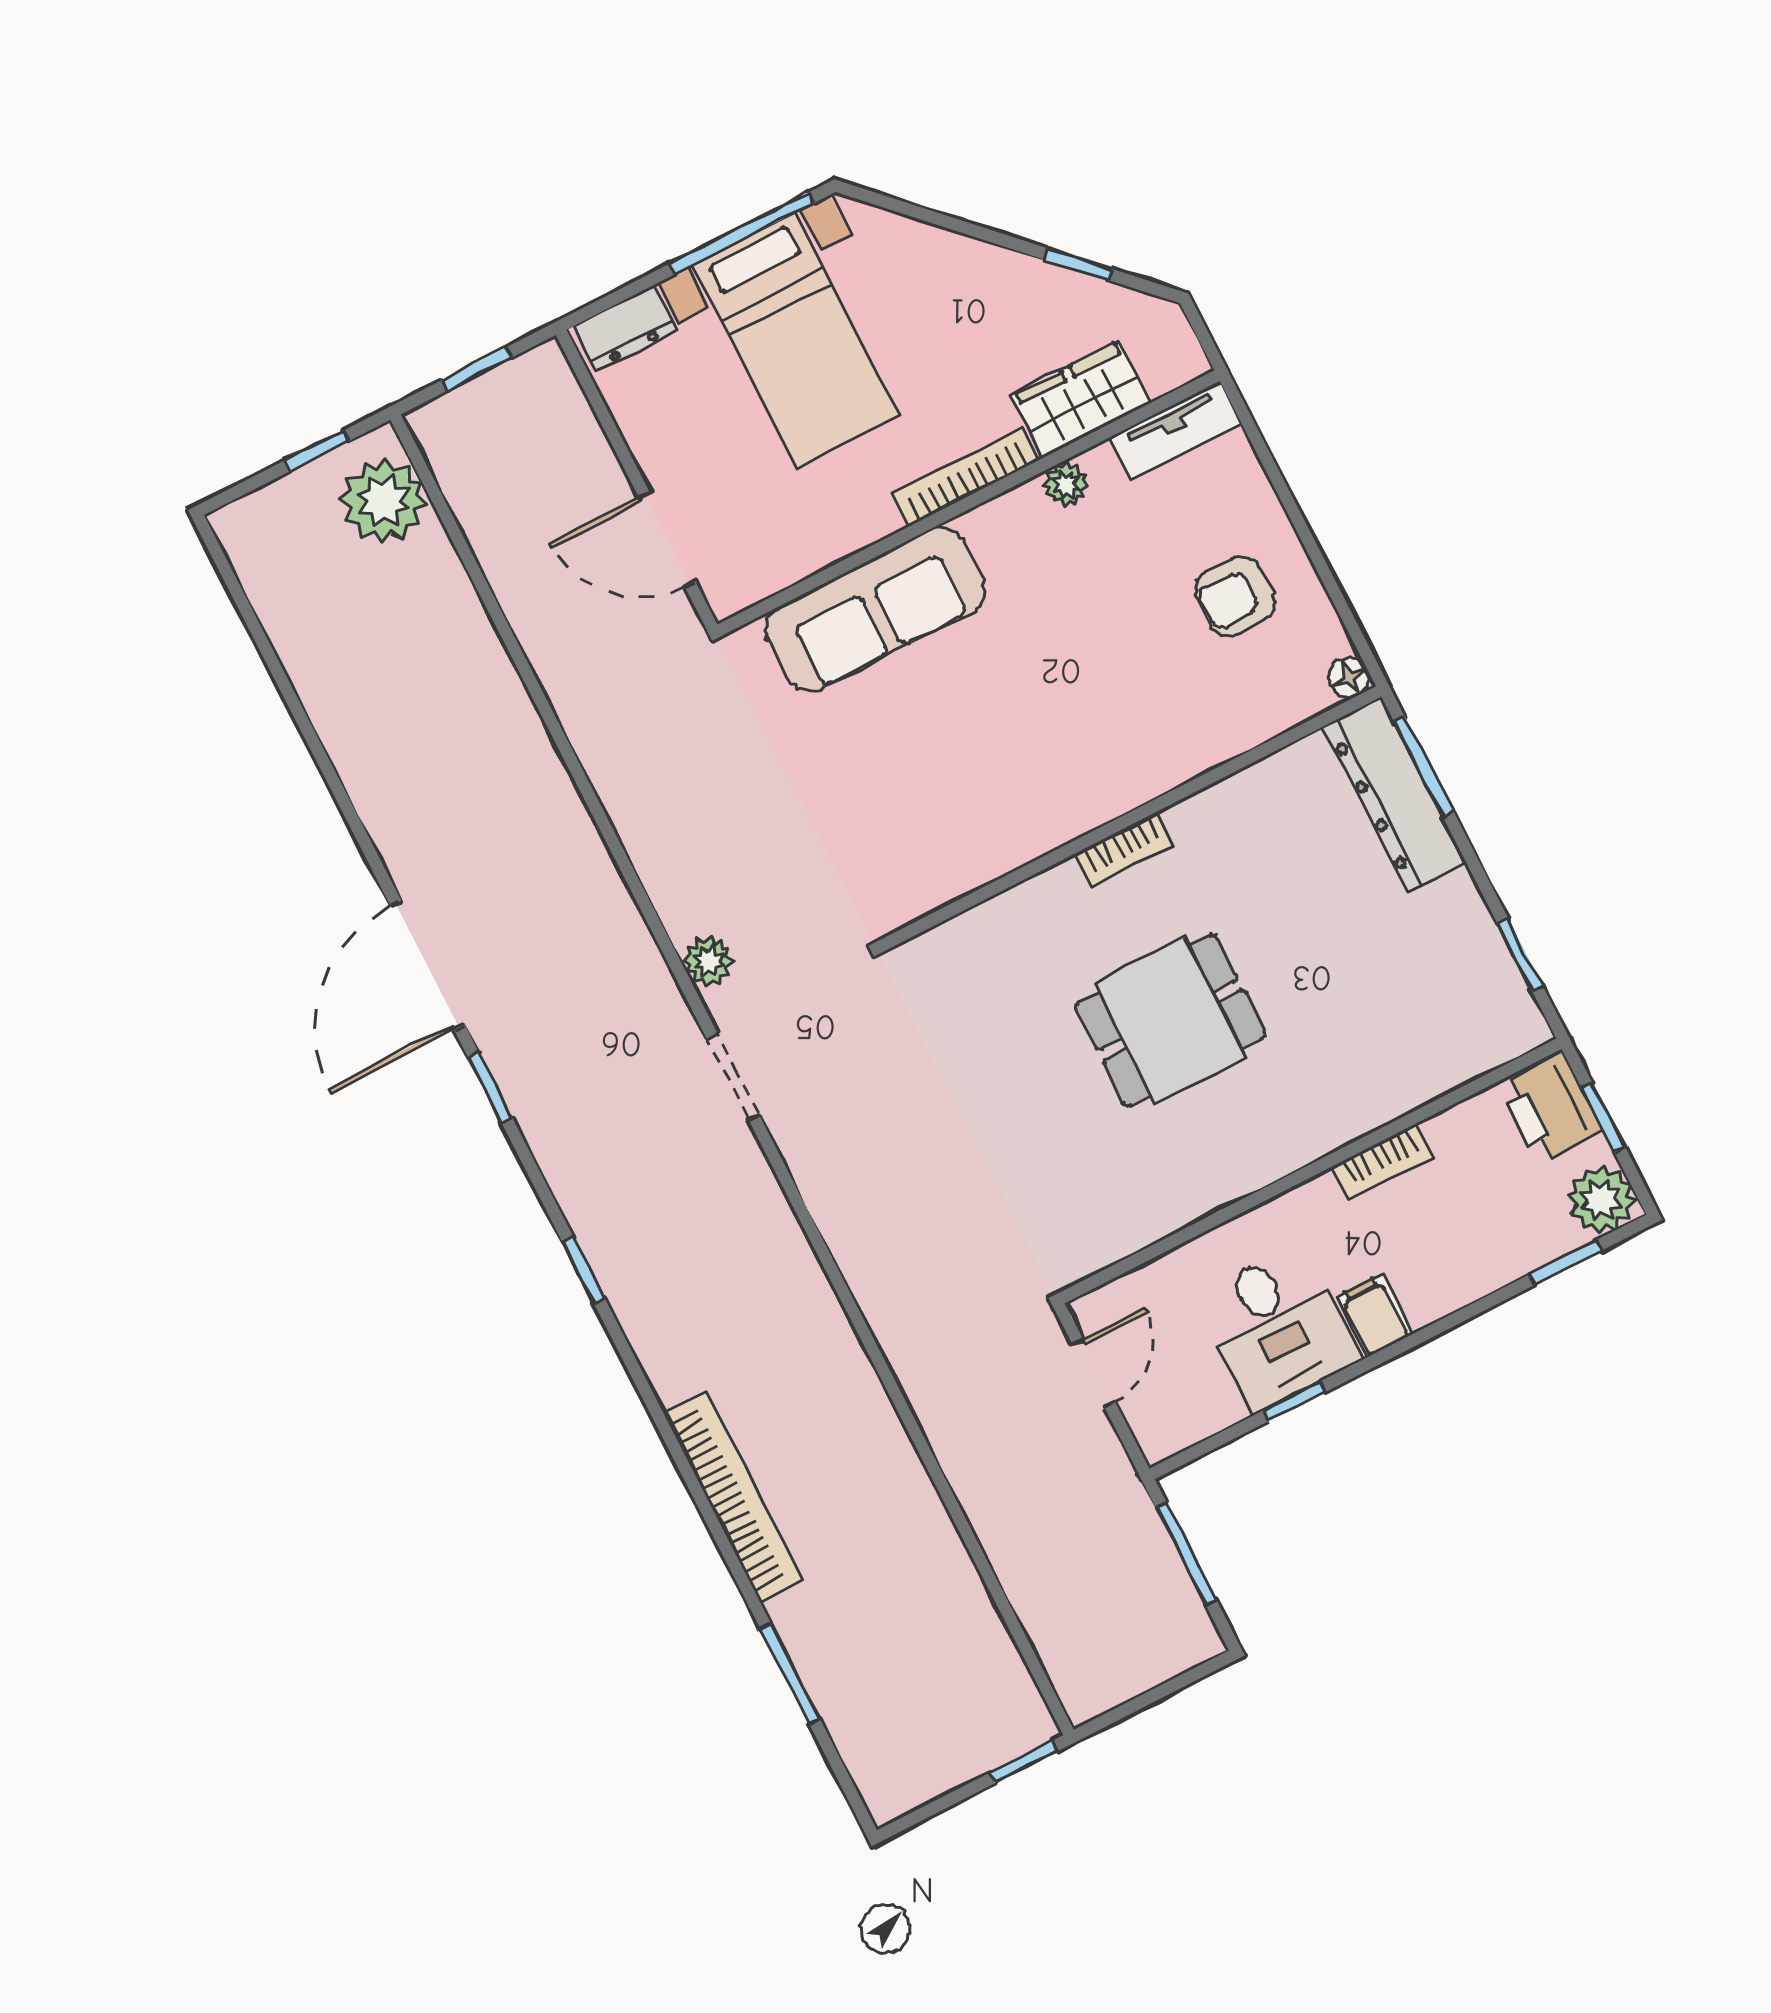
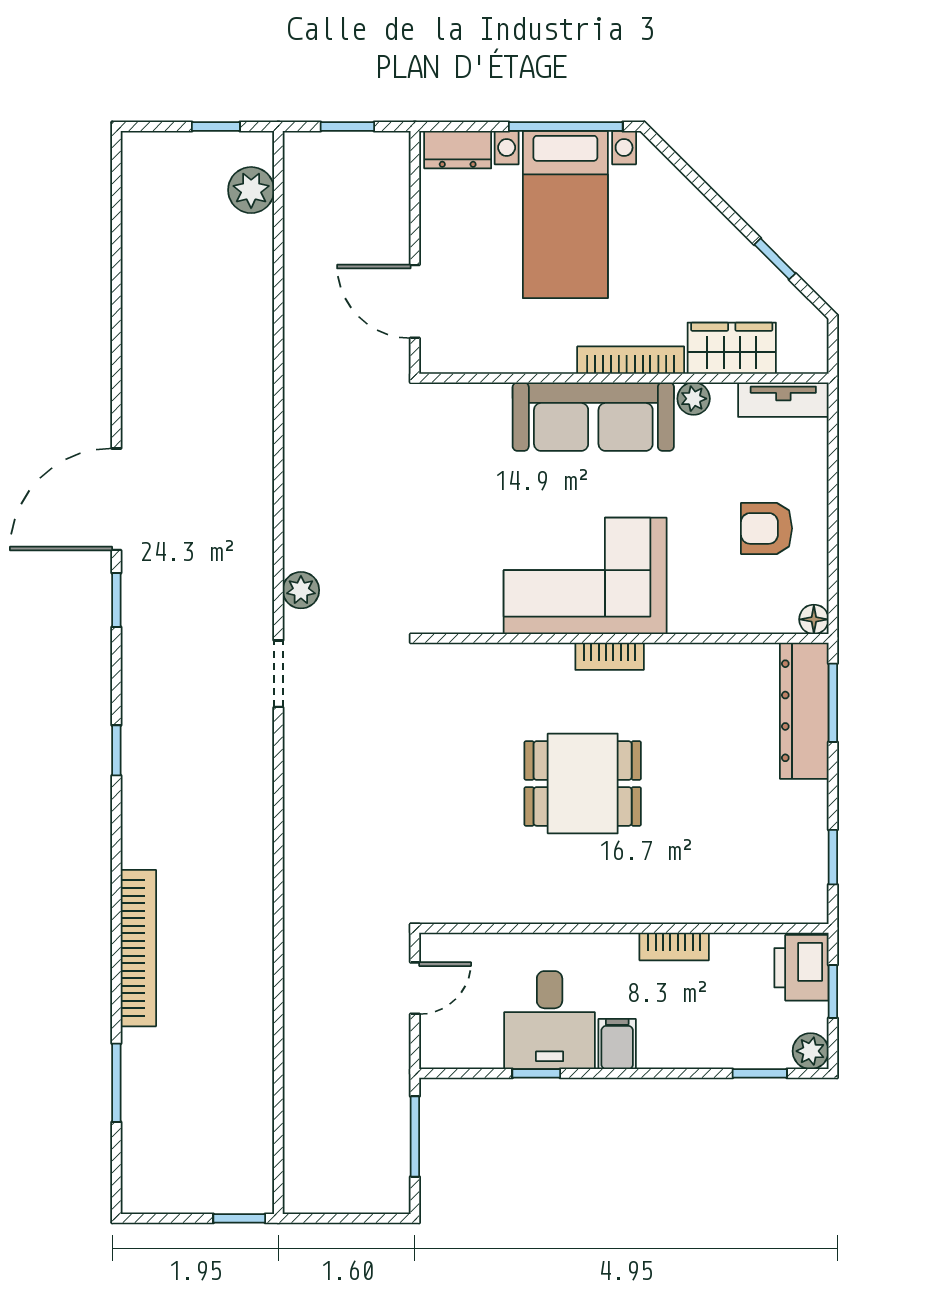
plant: (384, 501) -> (251, 190), width x0.73, depth x0.73
sofa: (875, 610) -> (593, 417), moved
corner sofa: (1045, 767) -> (585, 576), added
plant: (1601, 1200) -> (811, 1051), width x0.73, depth x0.73

